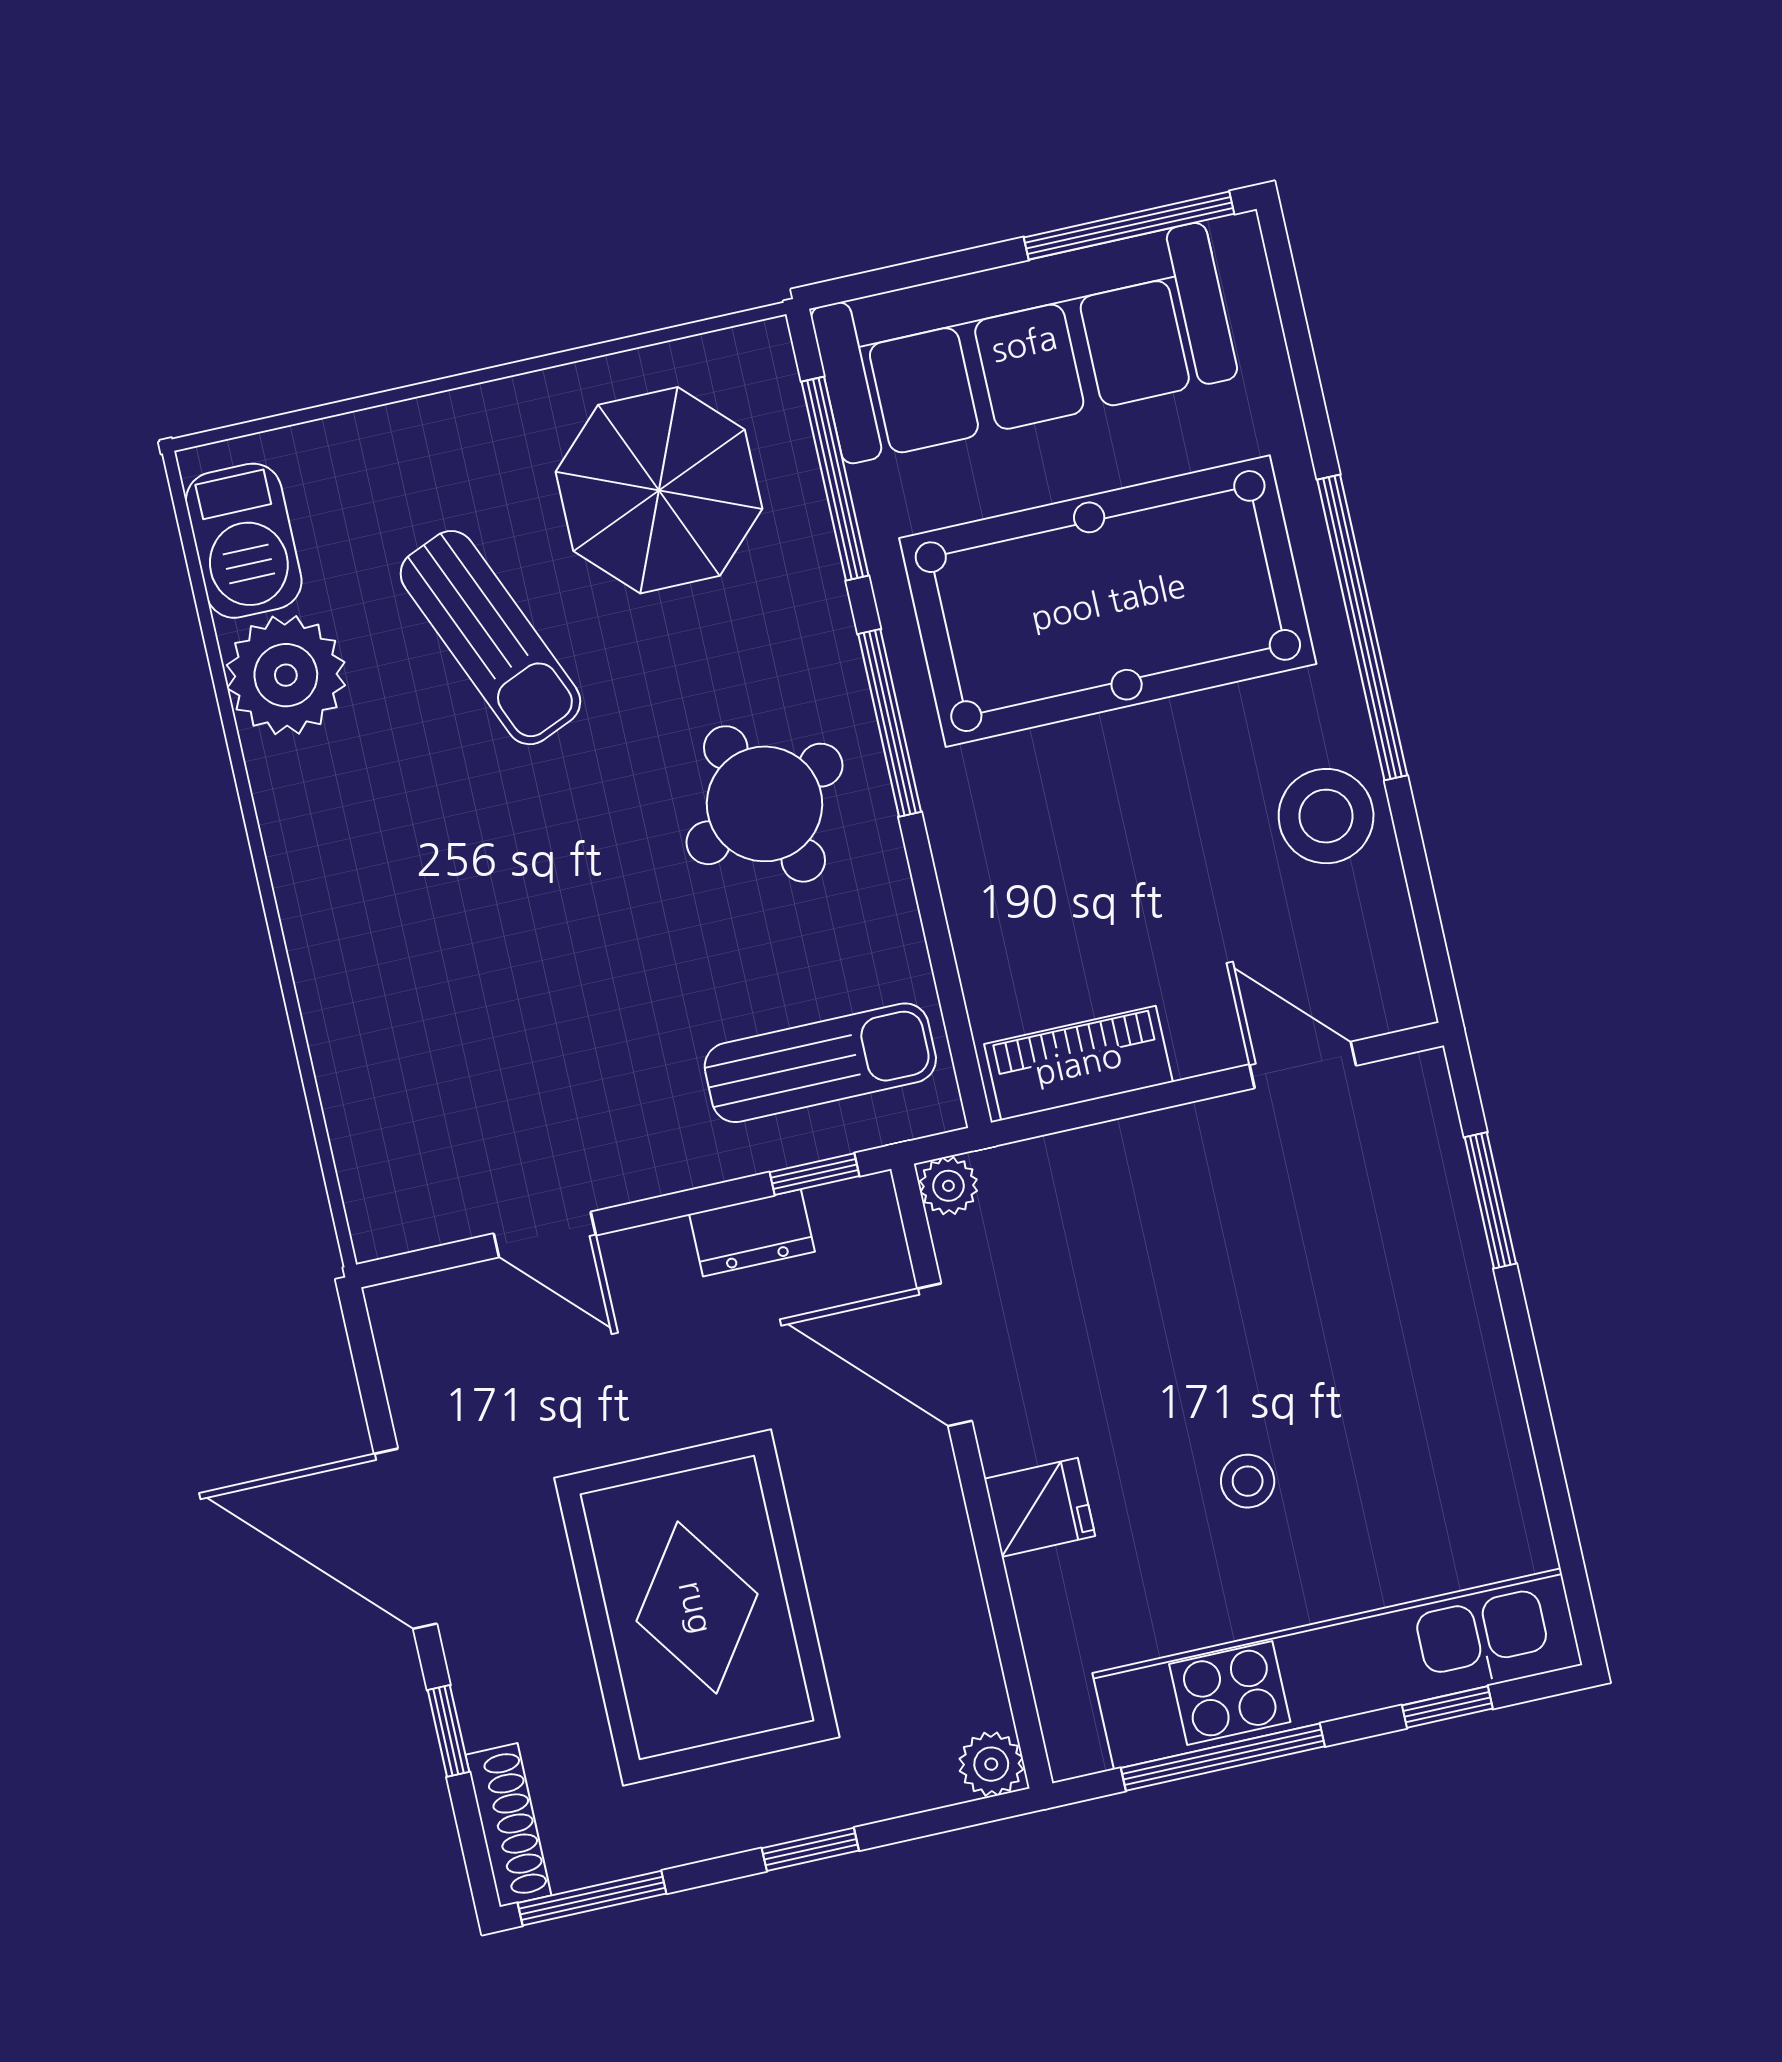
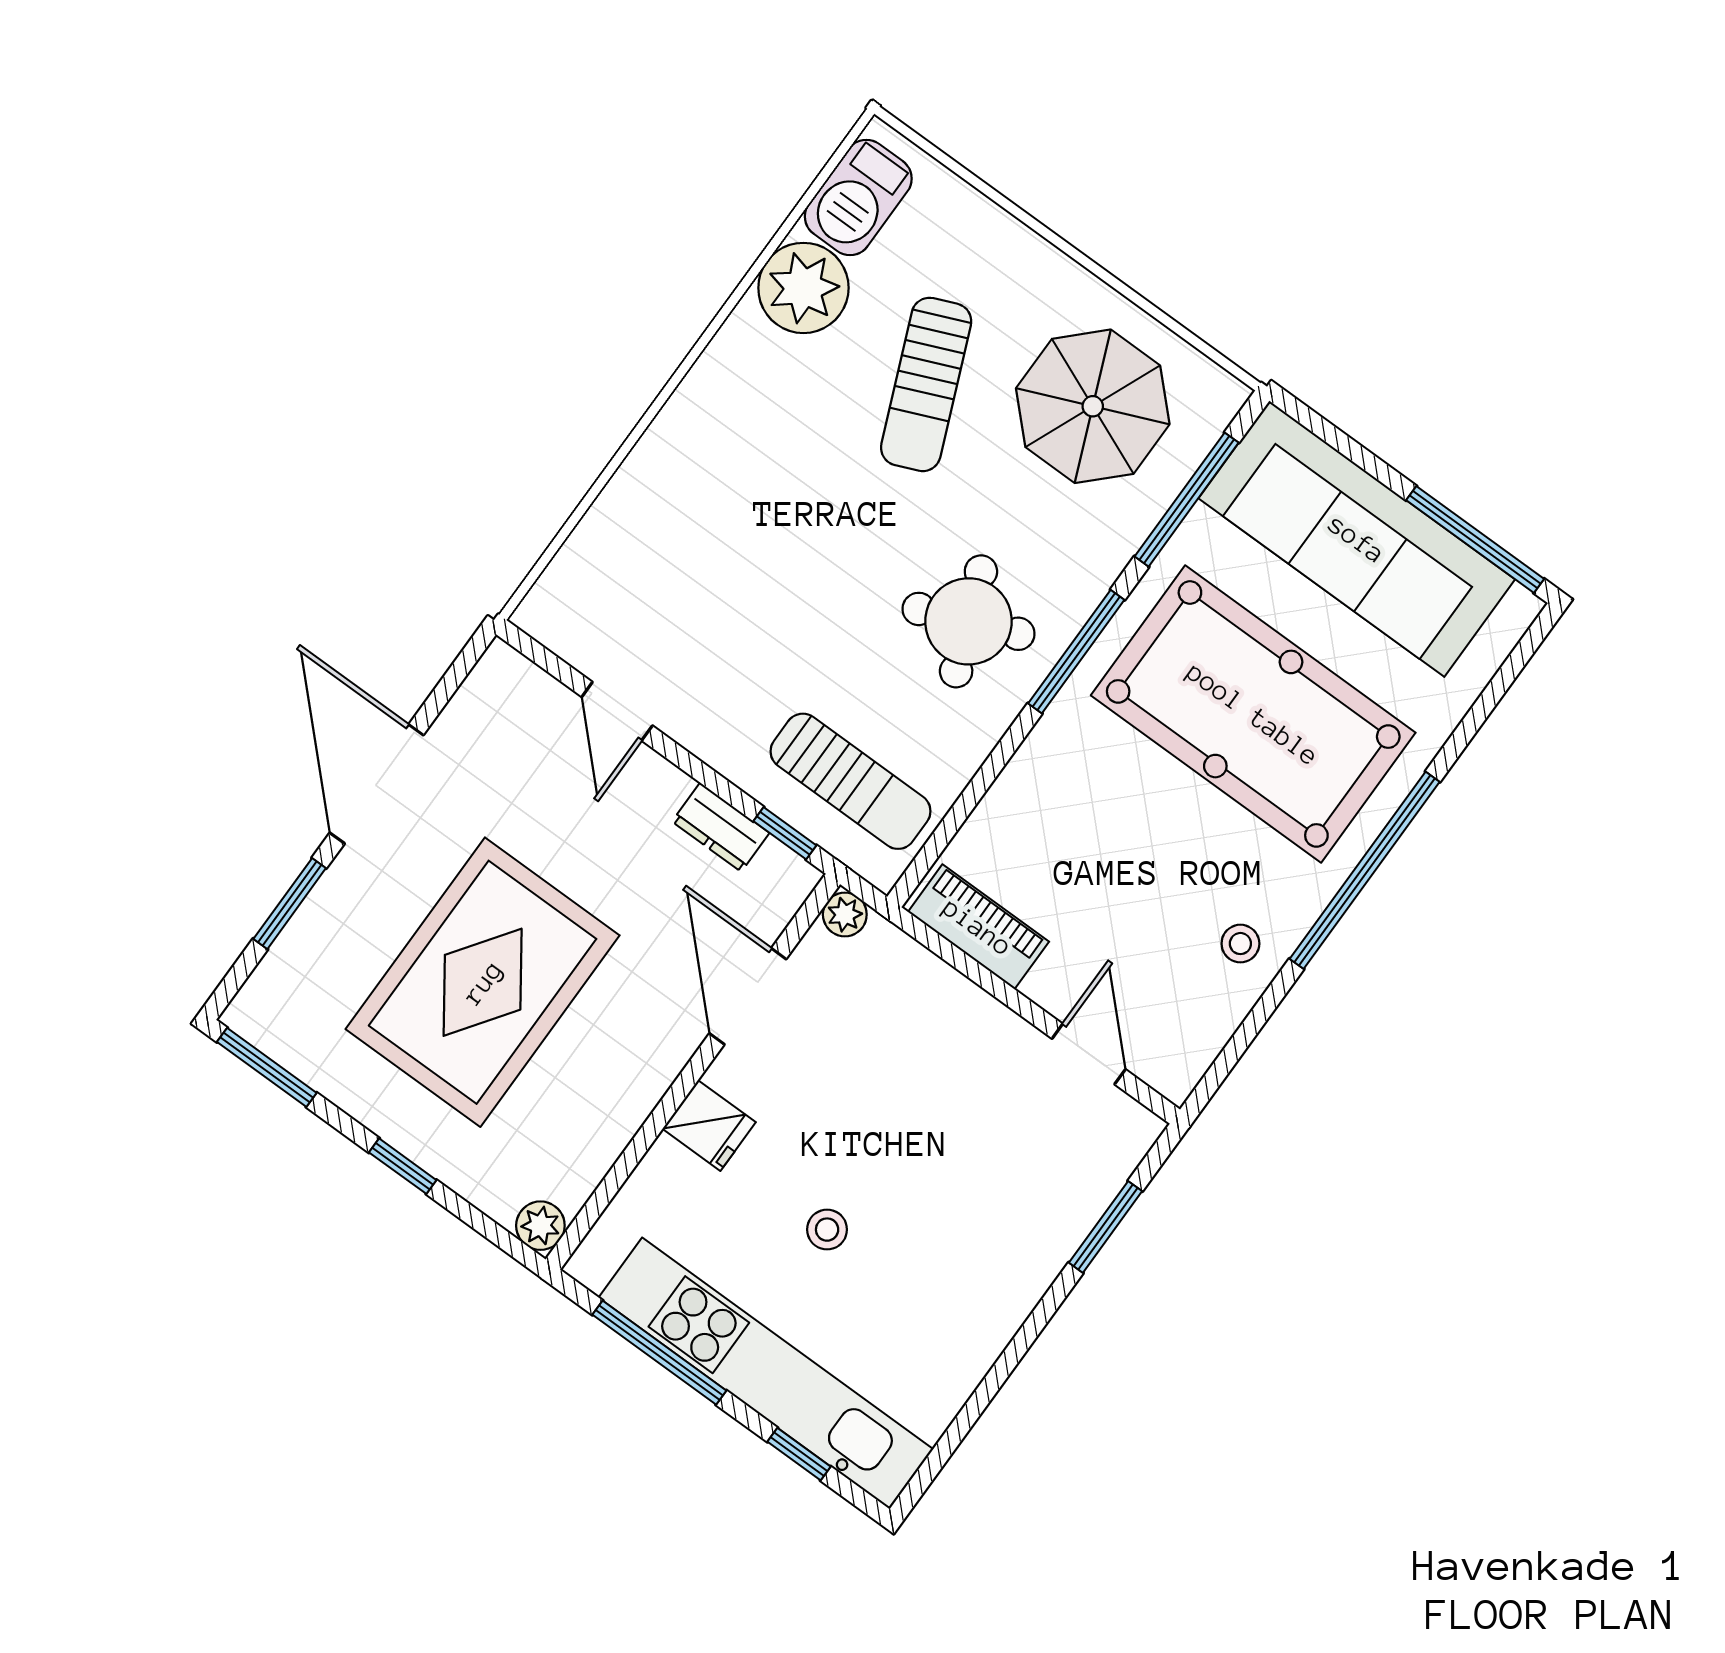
stool: (1326, 816) -> (1240, 944), width x0.53, depth x0.53
window: (448, 1731) -> (290, 904), width x1.50
shoe rack: (508, 1825) -> (266, 984), removed

